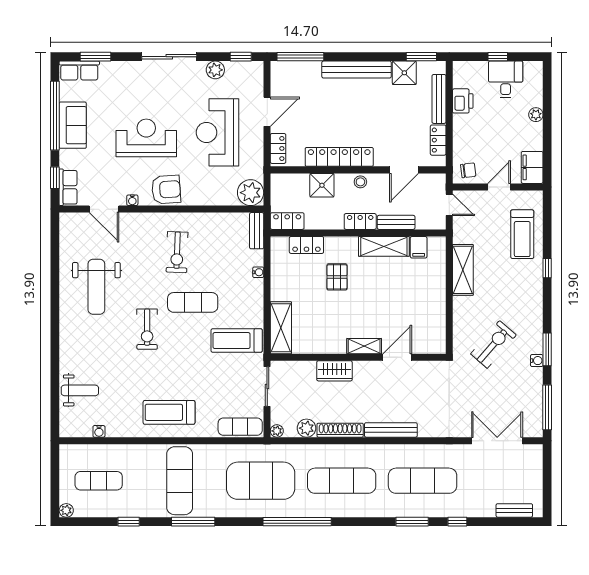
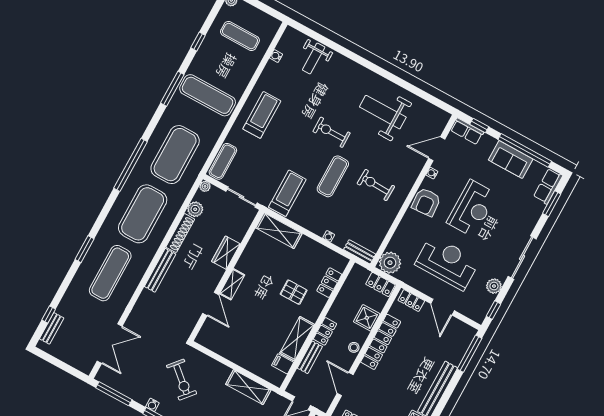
locker: (287, 221) -> (380, 284), moved, turned 90
exercise mat: (99, 481) -> (240, 36), turned 90
exercise mat: (342, 481) -> (143, 214), width x1.47
window: (457, 522) -> (49, 315), moved

